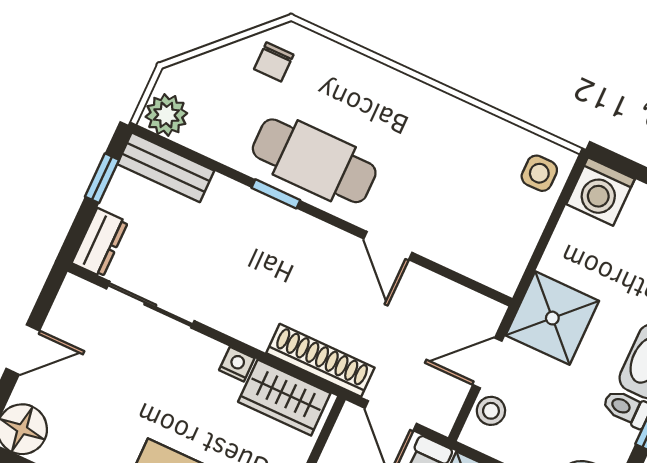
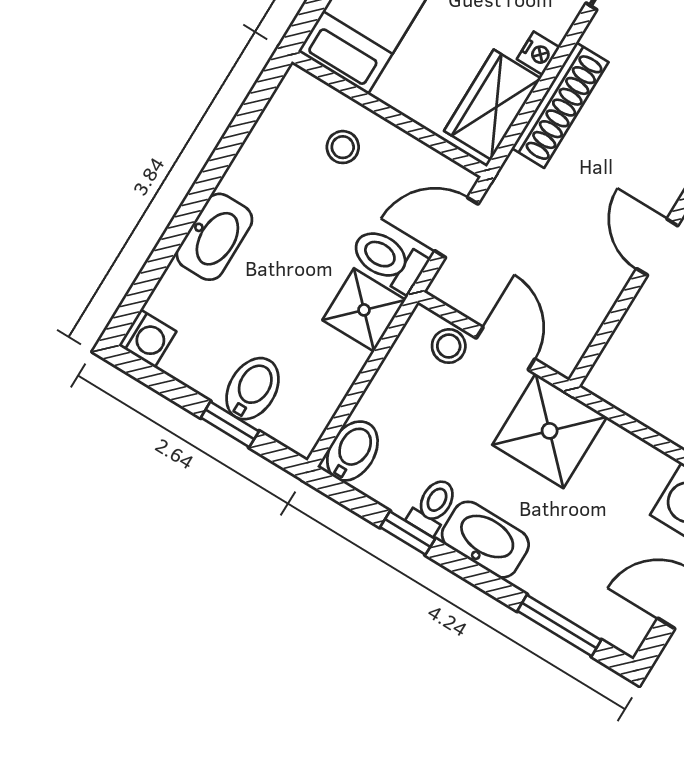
door: (388, 246) -> (657, 247), hinge flipped
shoe rack: (320, 360) -> (560, 105), moved

